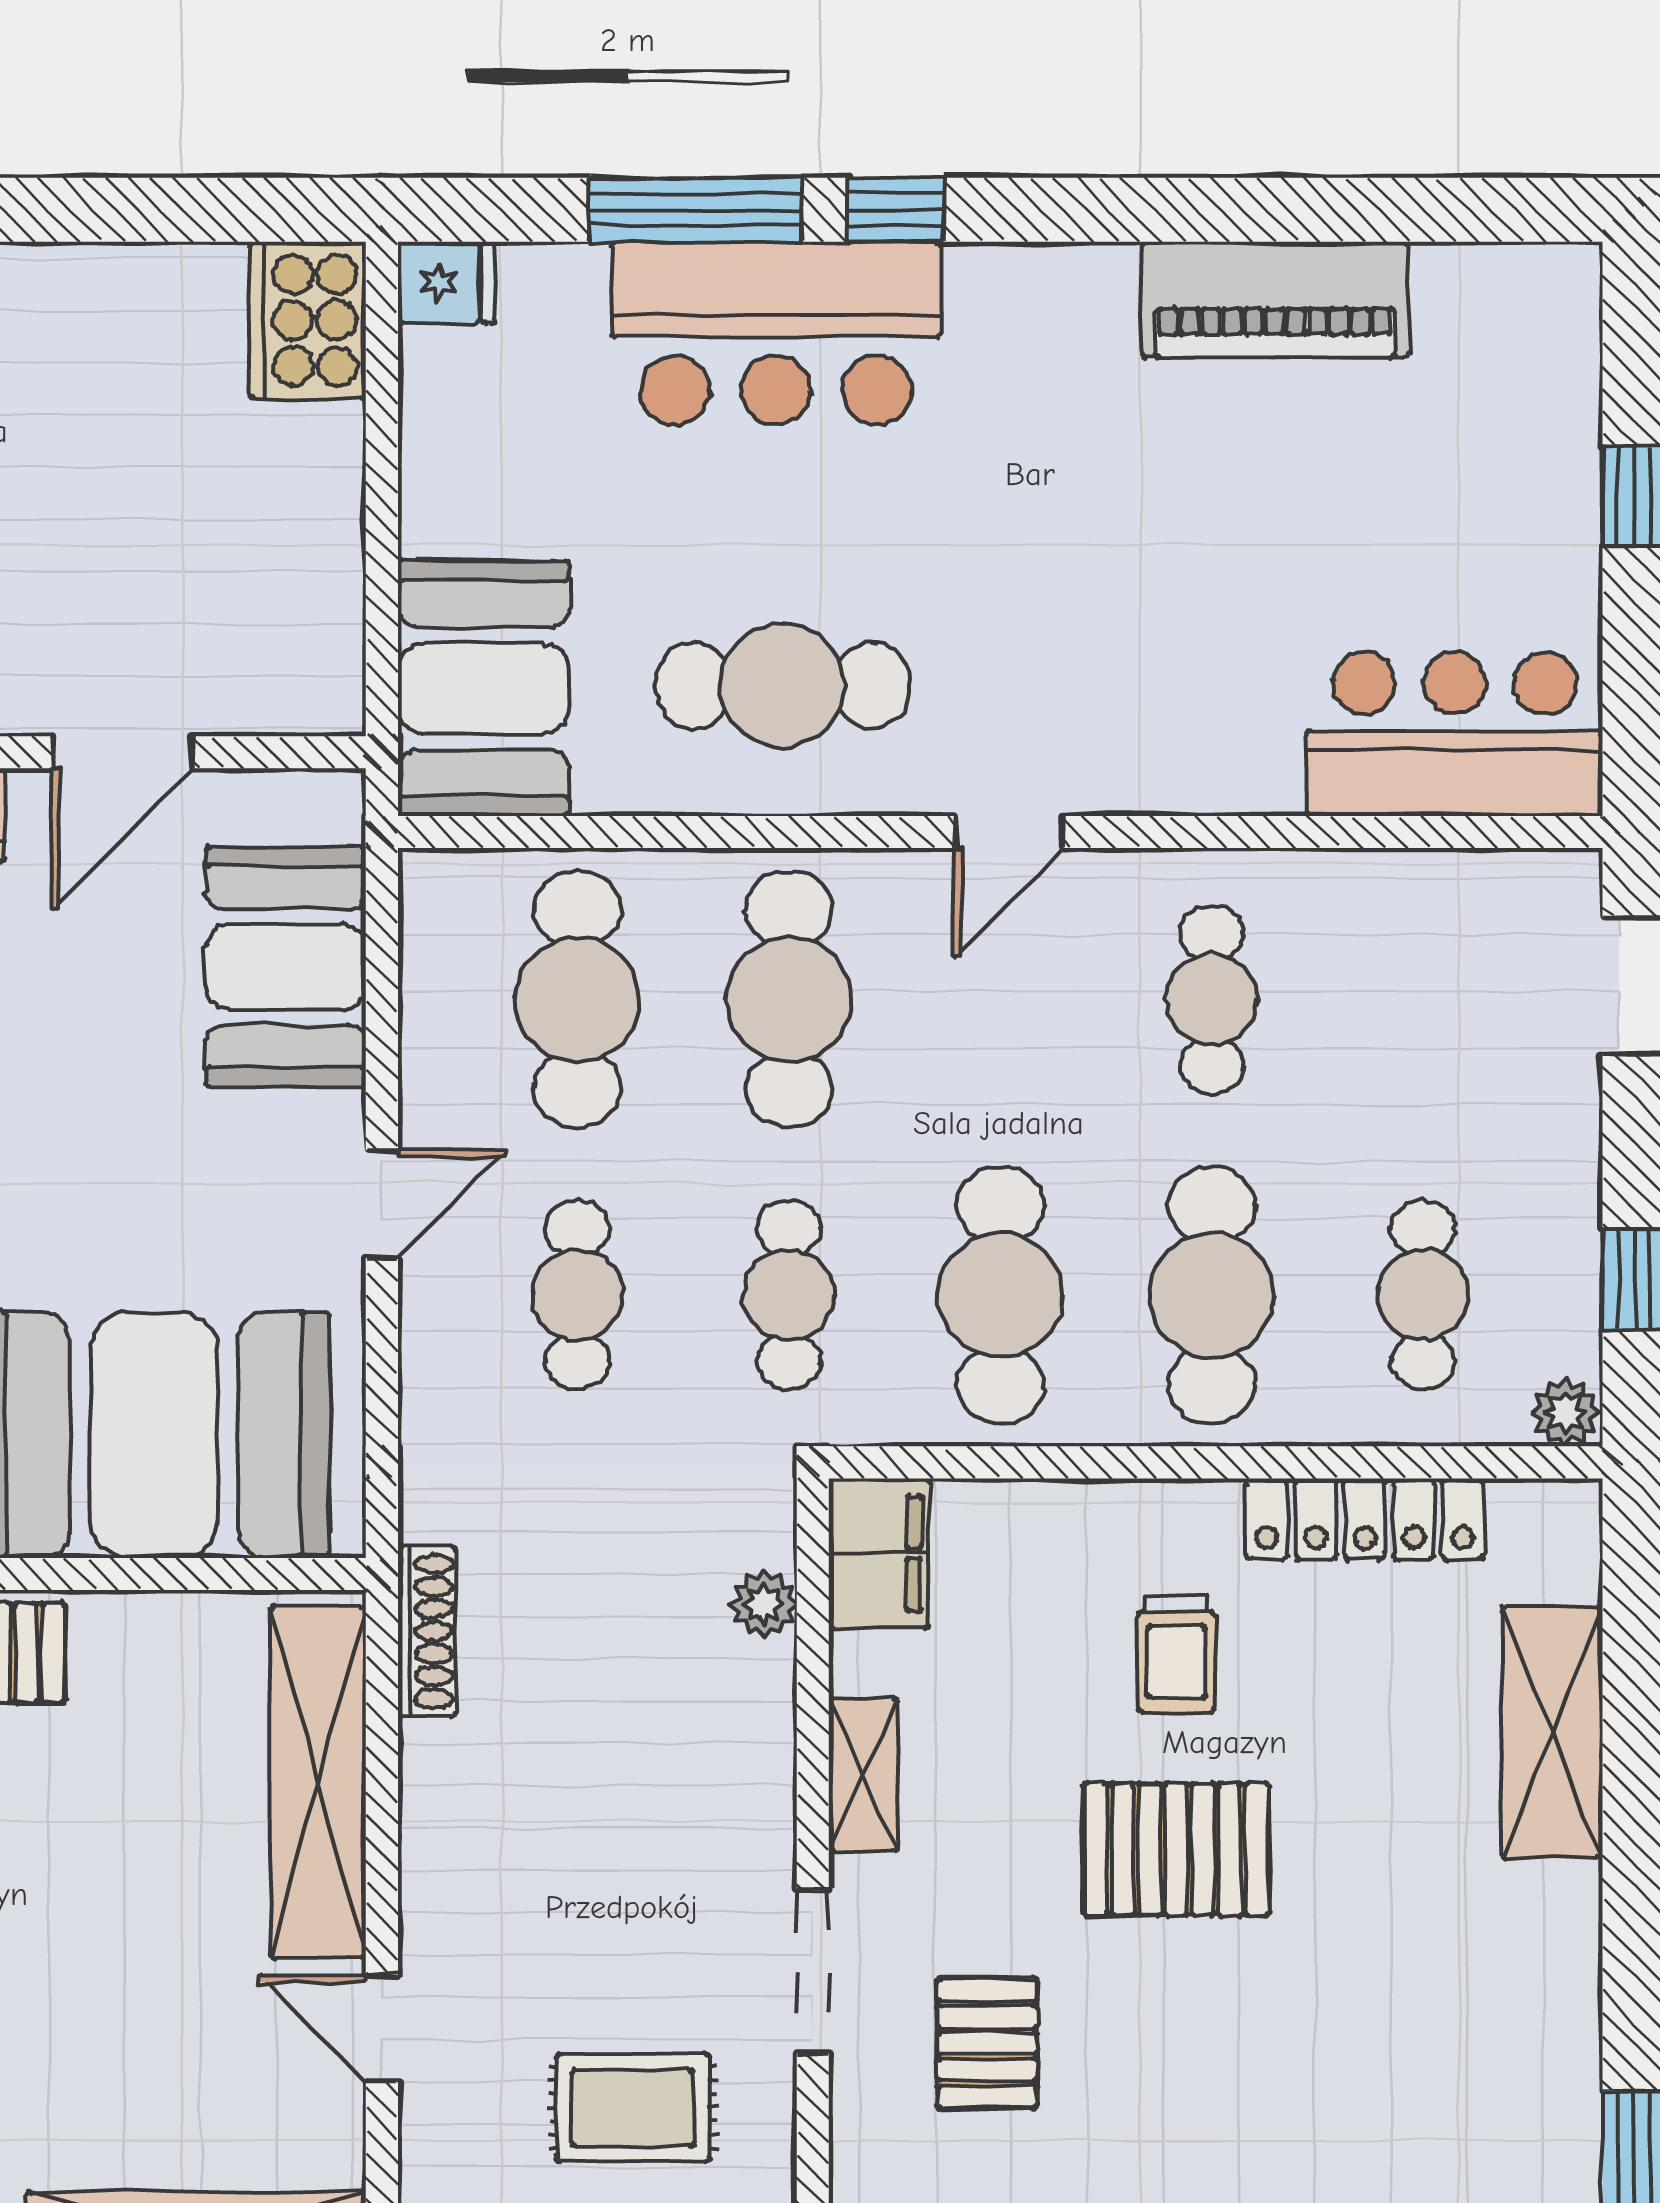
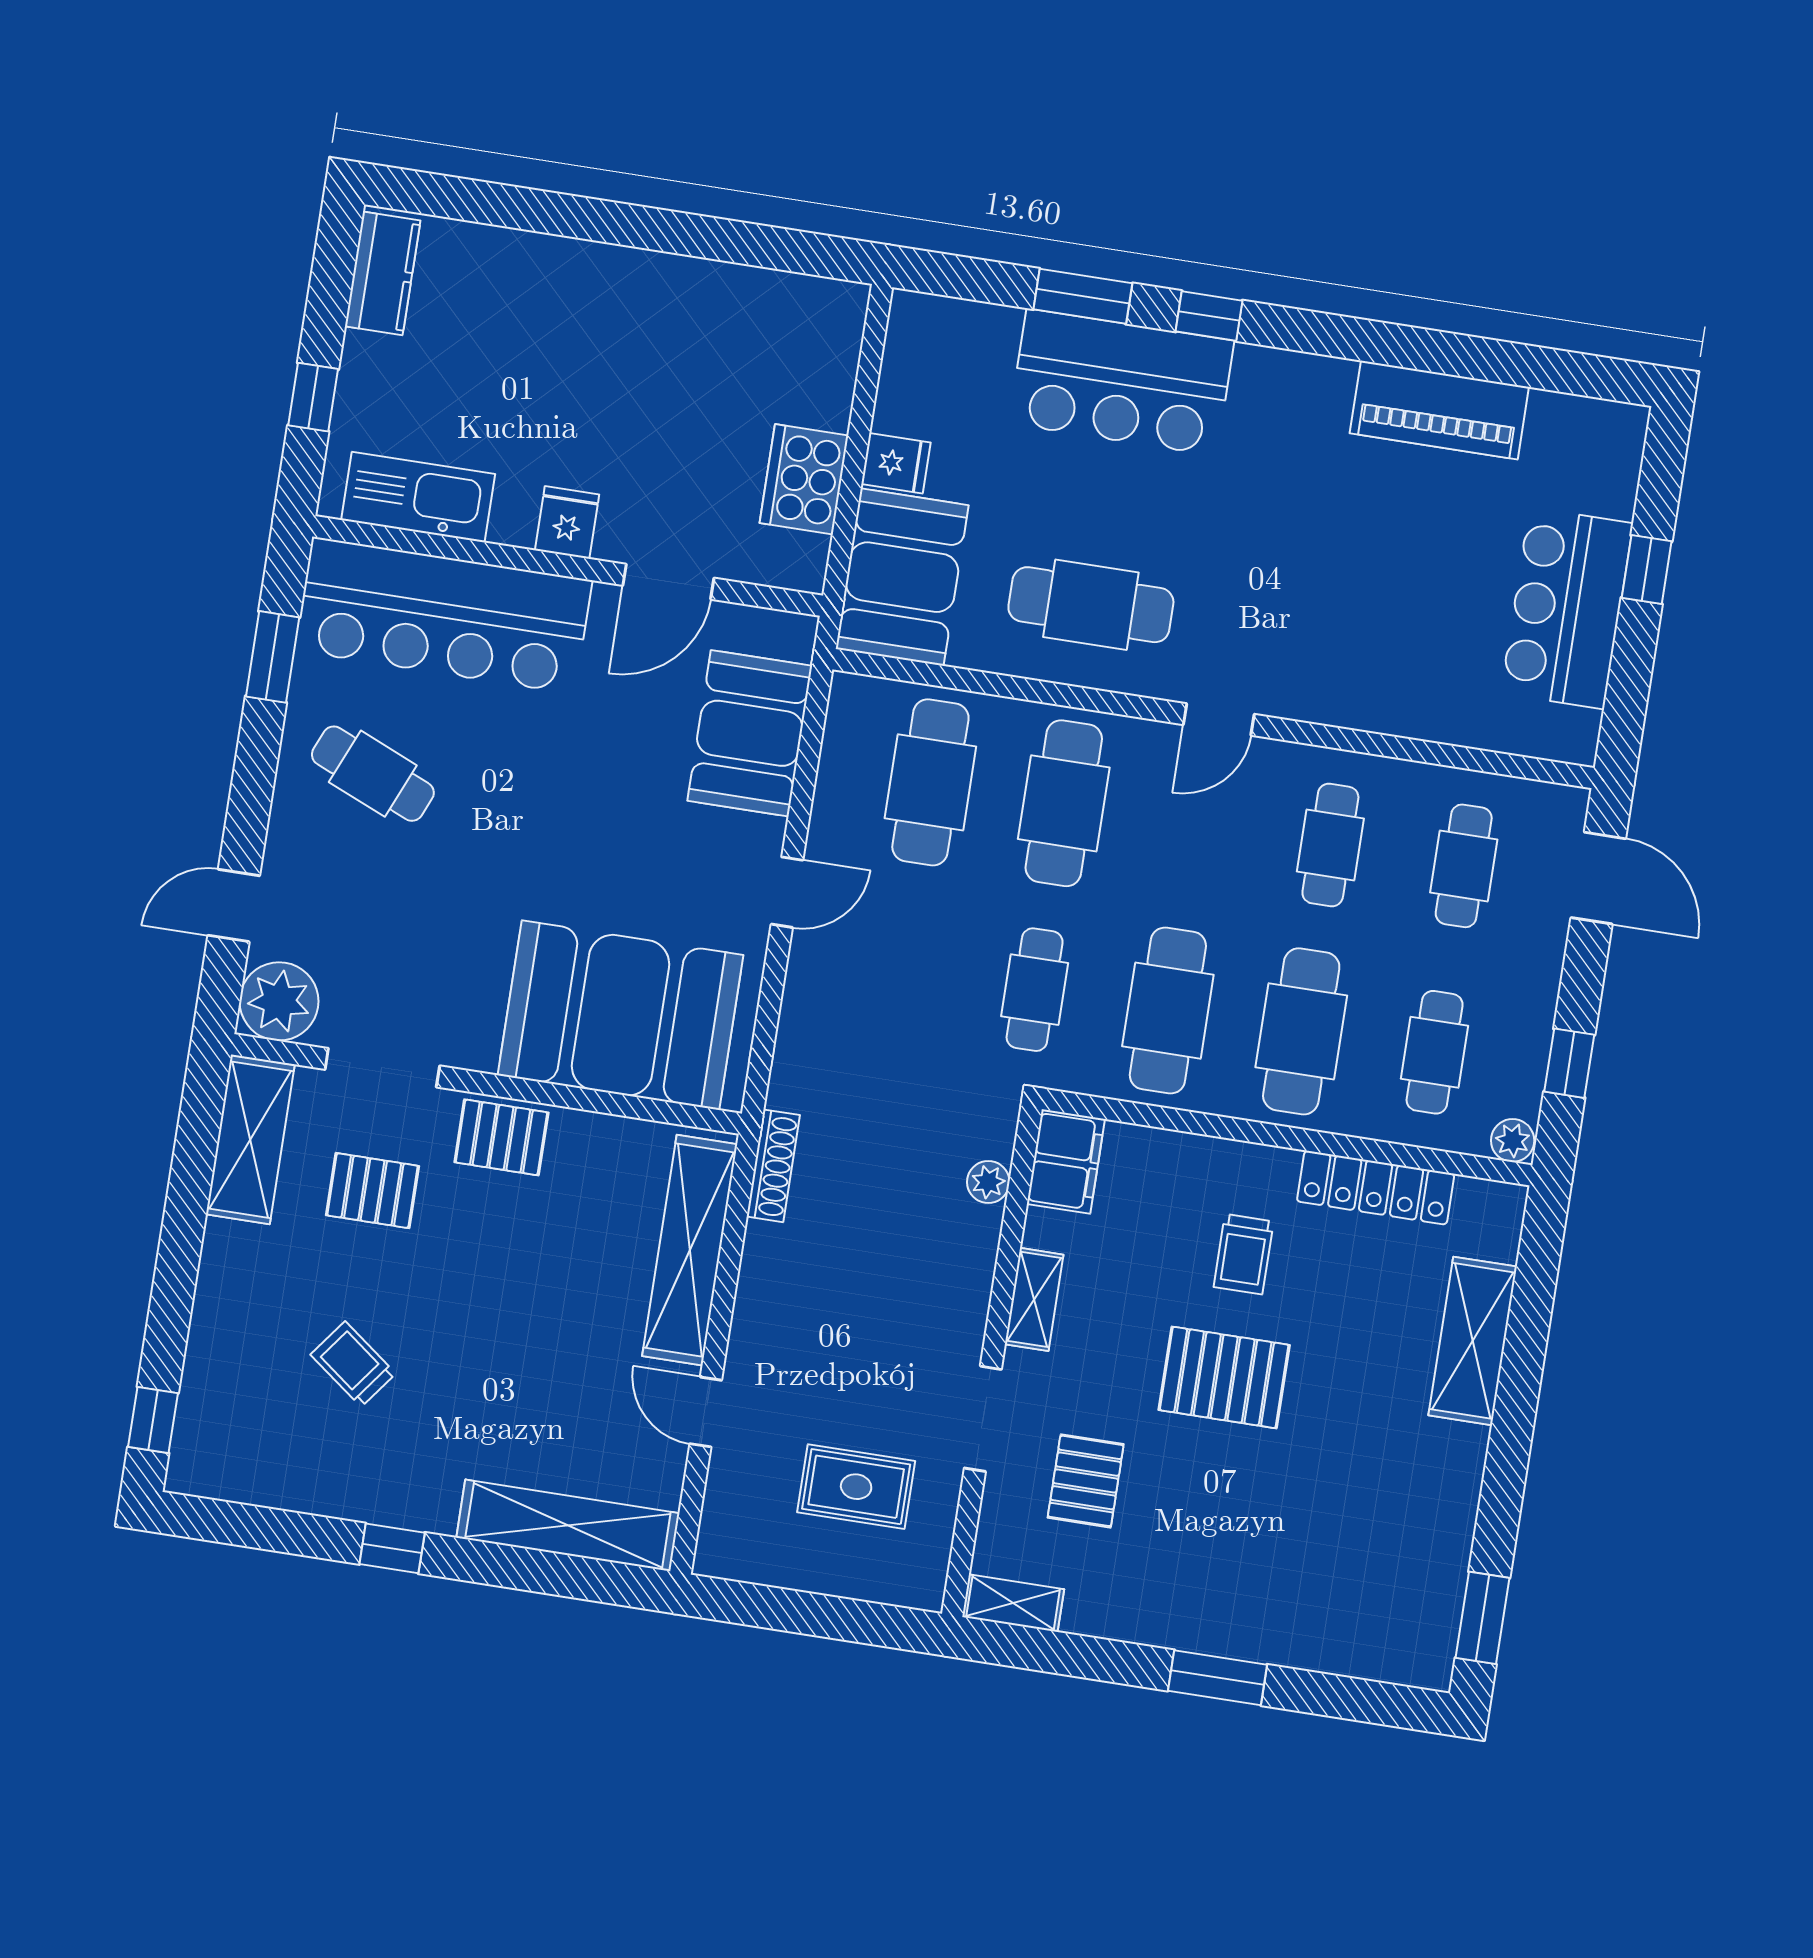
window: (695, 210) -> (1083, 296), width x0.69
fridge: (446, 282) -> (896, 463), moved
cooker: (308, 320) -> (804, 479), moved
bar counter: (1455, 734) -> (1567, 608), moved, turned -90
cafe table: (577, 1295) -> (1464, 866), moved

